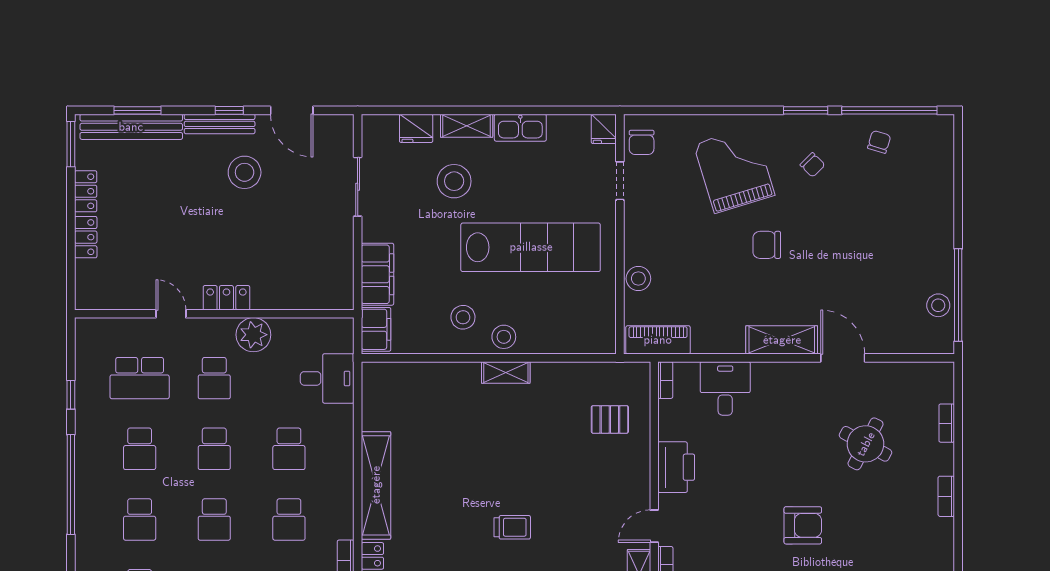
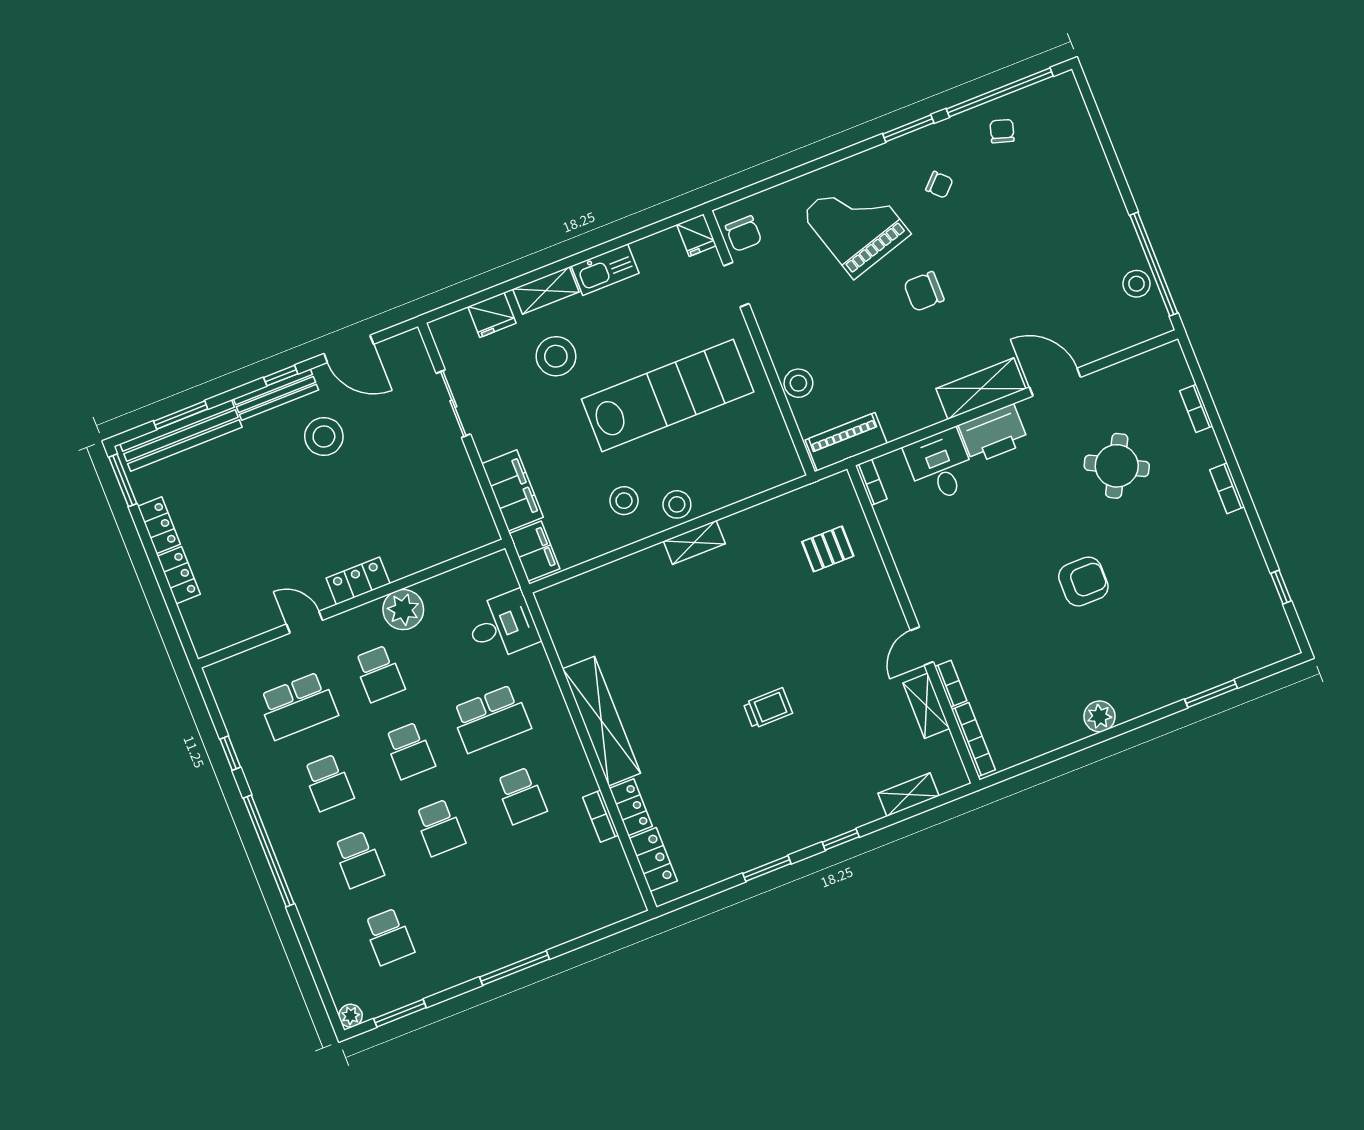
school desk: (289, 449) -> (491, 719), width x1.85
printer: (676, 467) -> (993, 434), moved, turned 90

